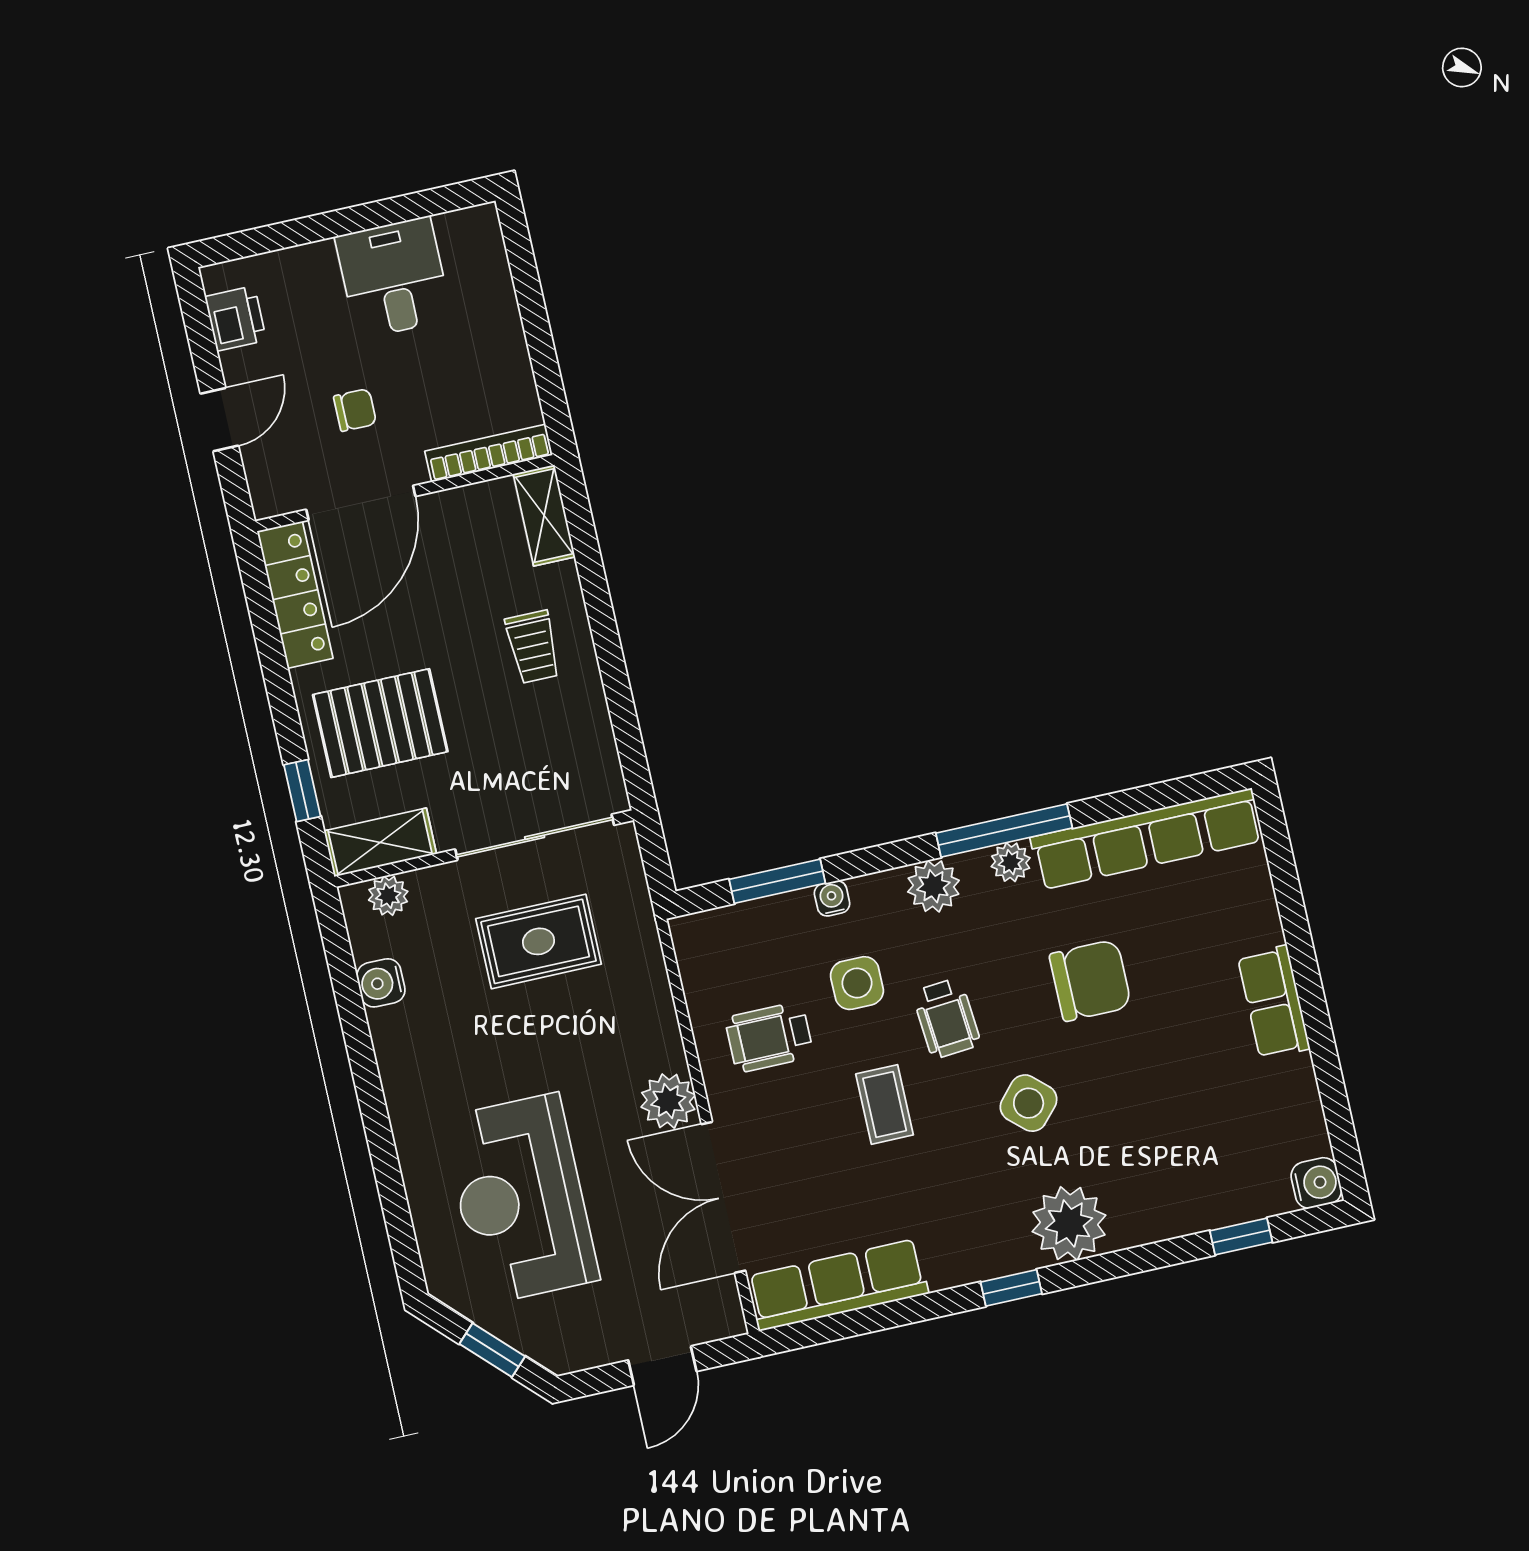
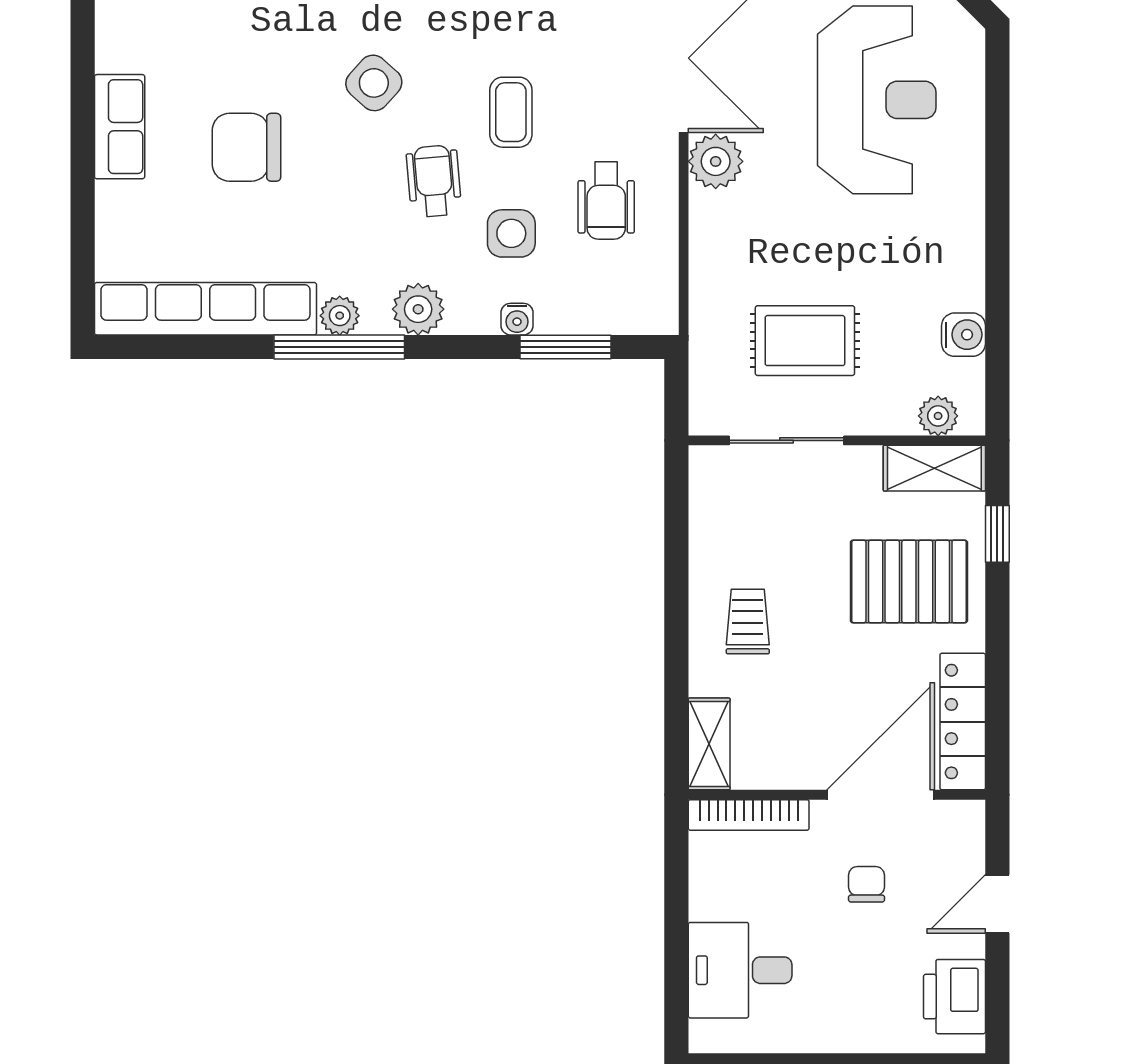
desk: (394, 278) -> (740, 970), moved, turned 90
printer: (236, 318) -> (955, 997), width x1.36, depth x1.24
chair: (355, 410) -> (866, 884), turned 90
sliding door: (535, 837) -> (787, 440), width x0.73
chair: (1090, 980) -> (246, 147), moved
wheelchair: (769, 1037) -> (606, 201), turned 90

